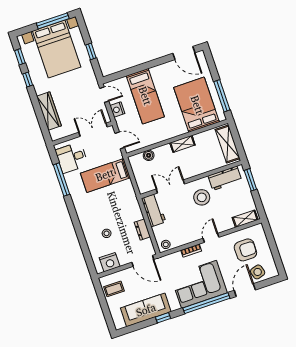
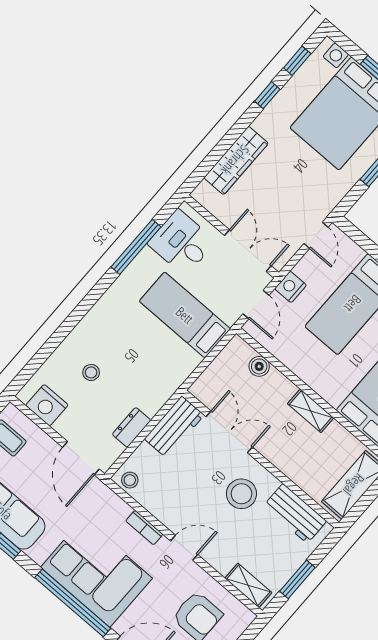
nightstand: (117, 109) -> (291, 287), moved
window: (250, 180) -> (297, 579), moved

